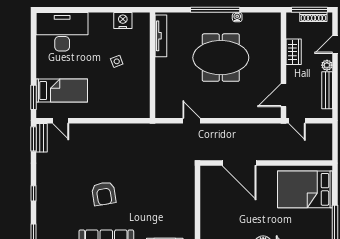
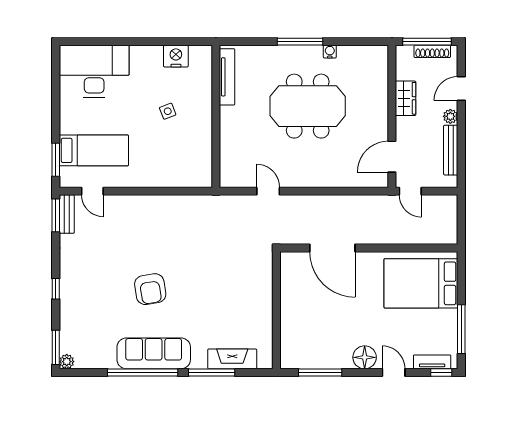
window: (215, 10) -> (300, 42), width x0.68

